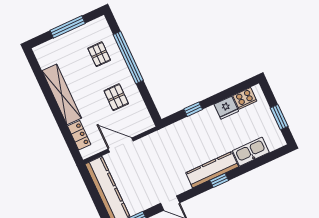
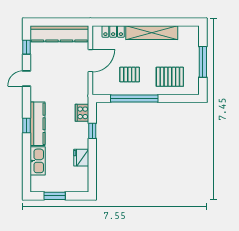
pallet: (99, 54) -> (170, 77), width x1.50, depth x1.42
window: (128, 58) -> (134, 99), moved
cooker: (245, 98) -> (82, 113), moved

